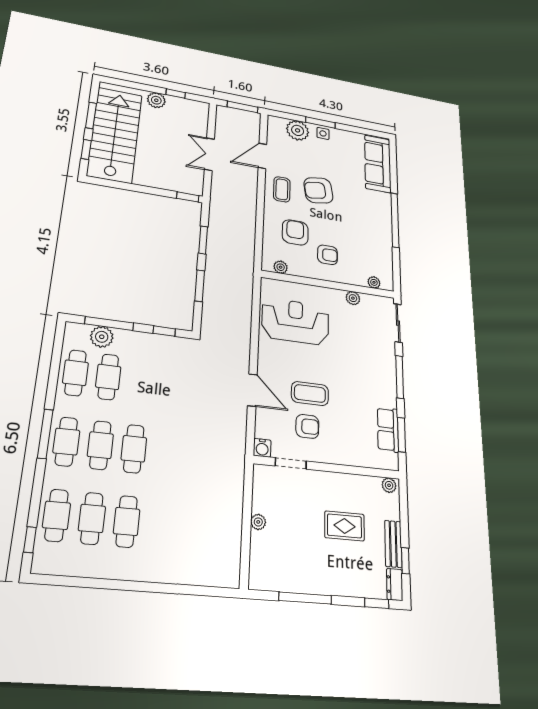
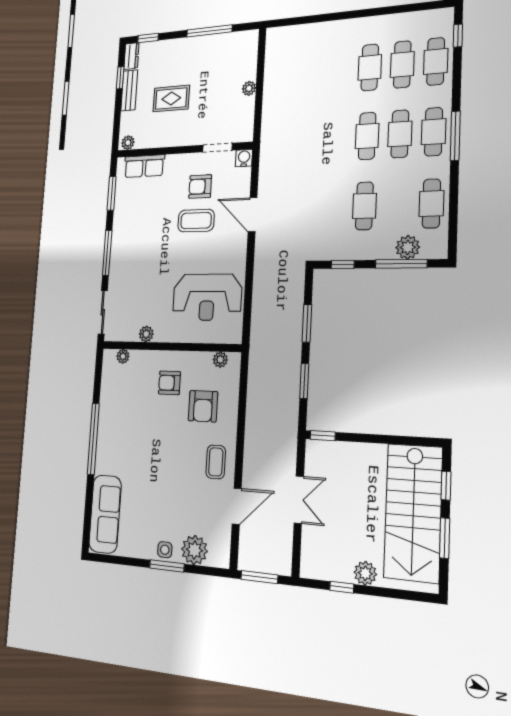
armchair: (318, 190) -> (175, 467), removed
cafe table: (108, 377) -> (364, 206), moved
row of seats: (388, 430) -> (144, 166), moved, turned 90

